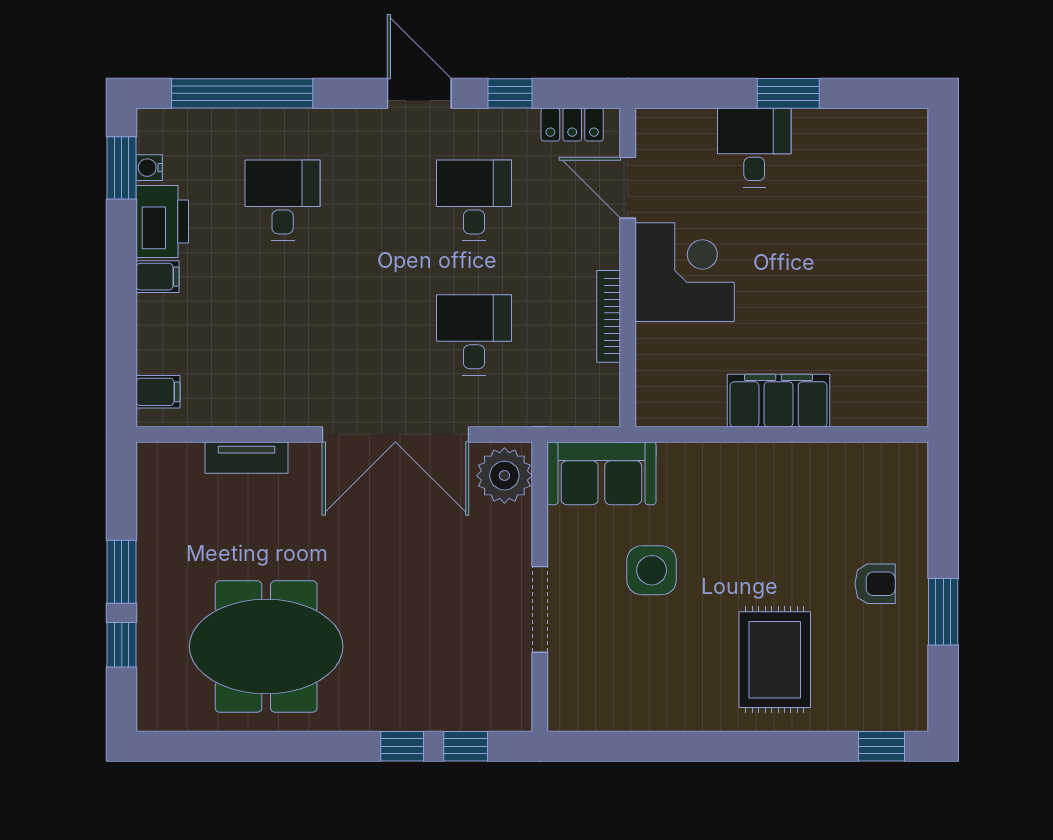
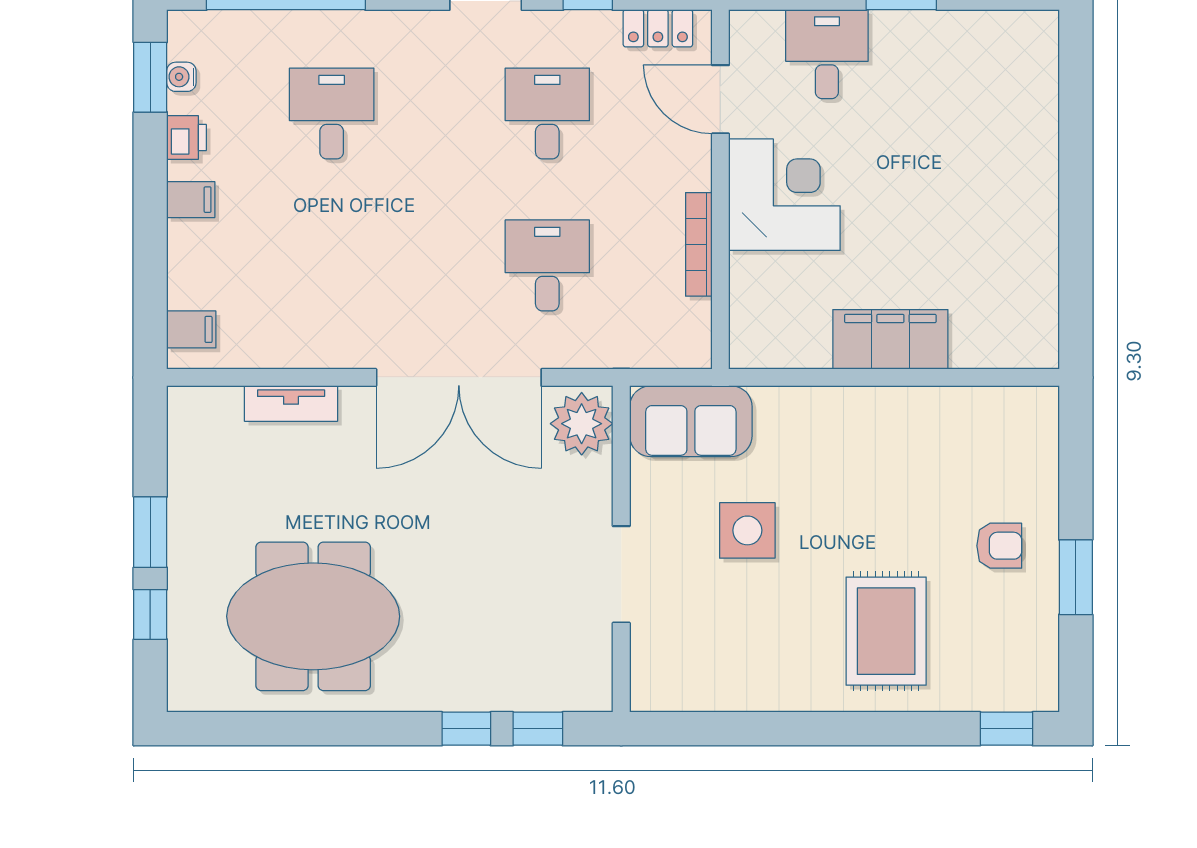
desk: (754, 148) -> (827, 54), moved
printer: (162, 221) -> (187, 137), width x0.53, depth x0.68

